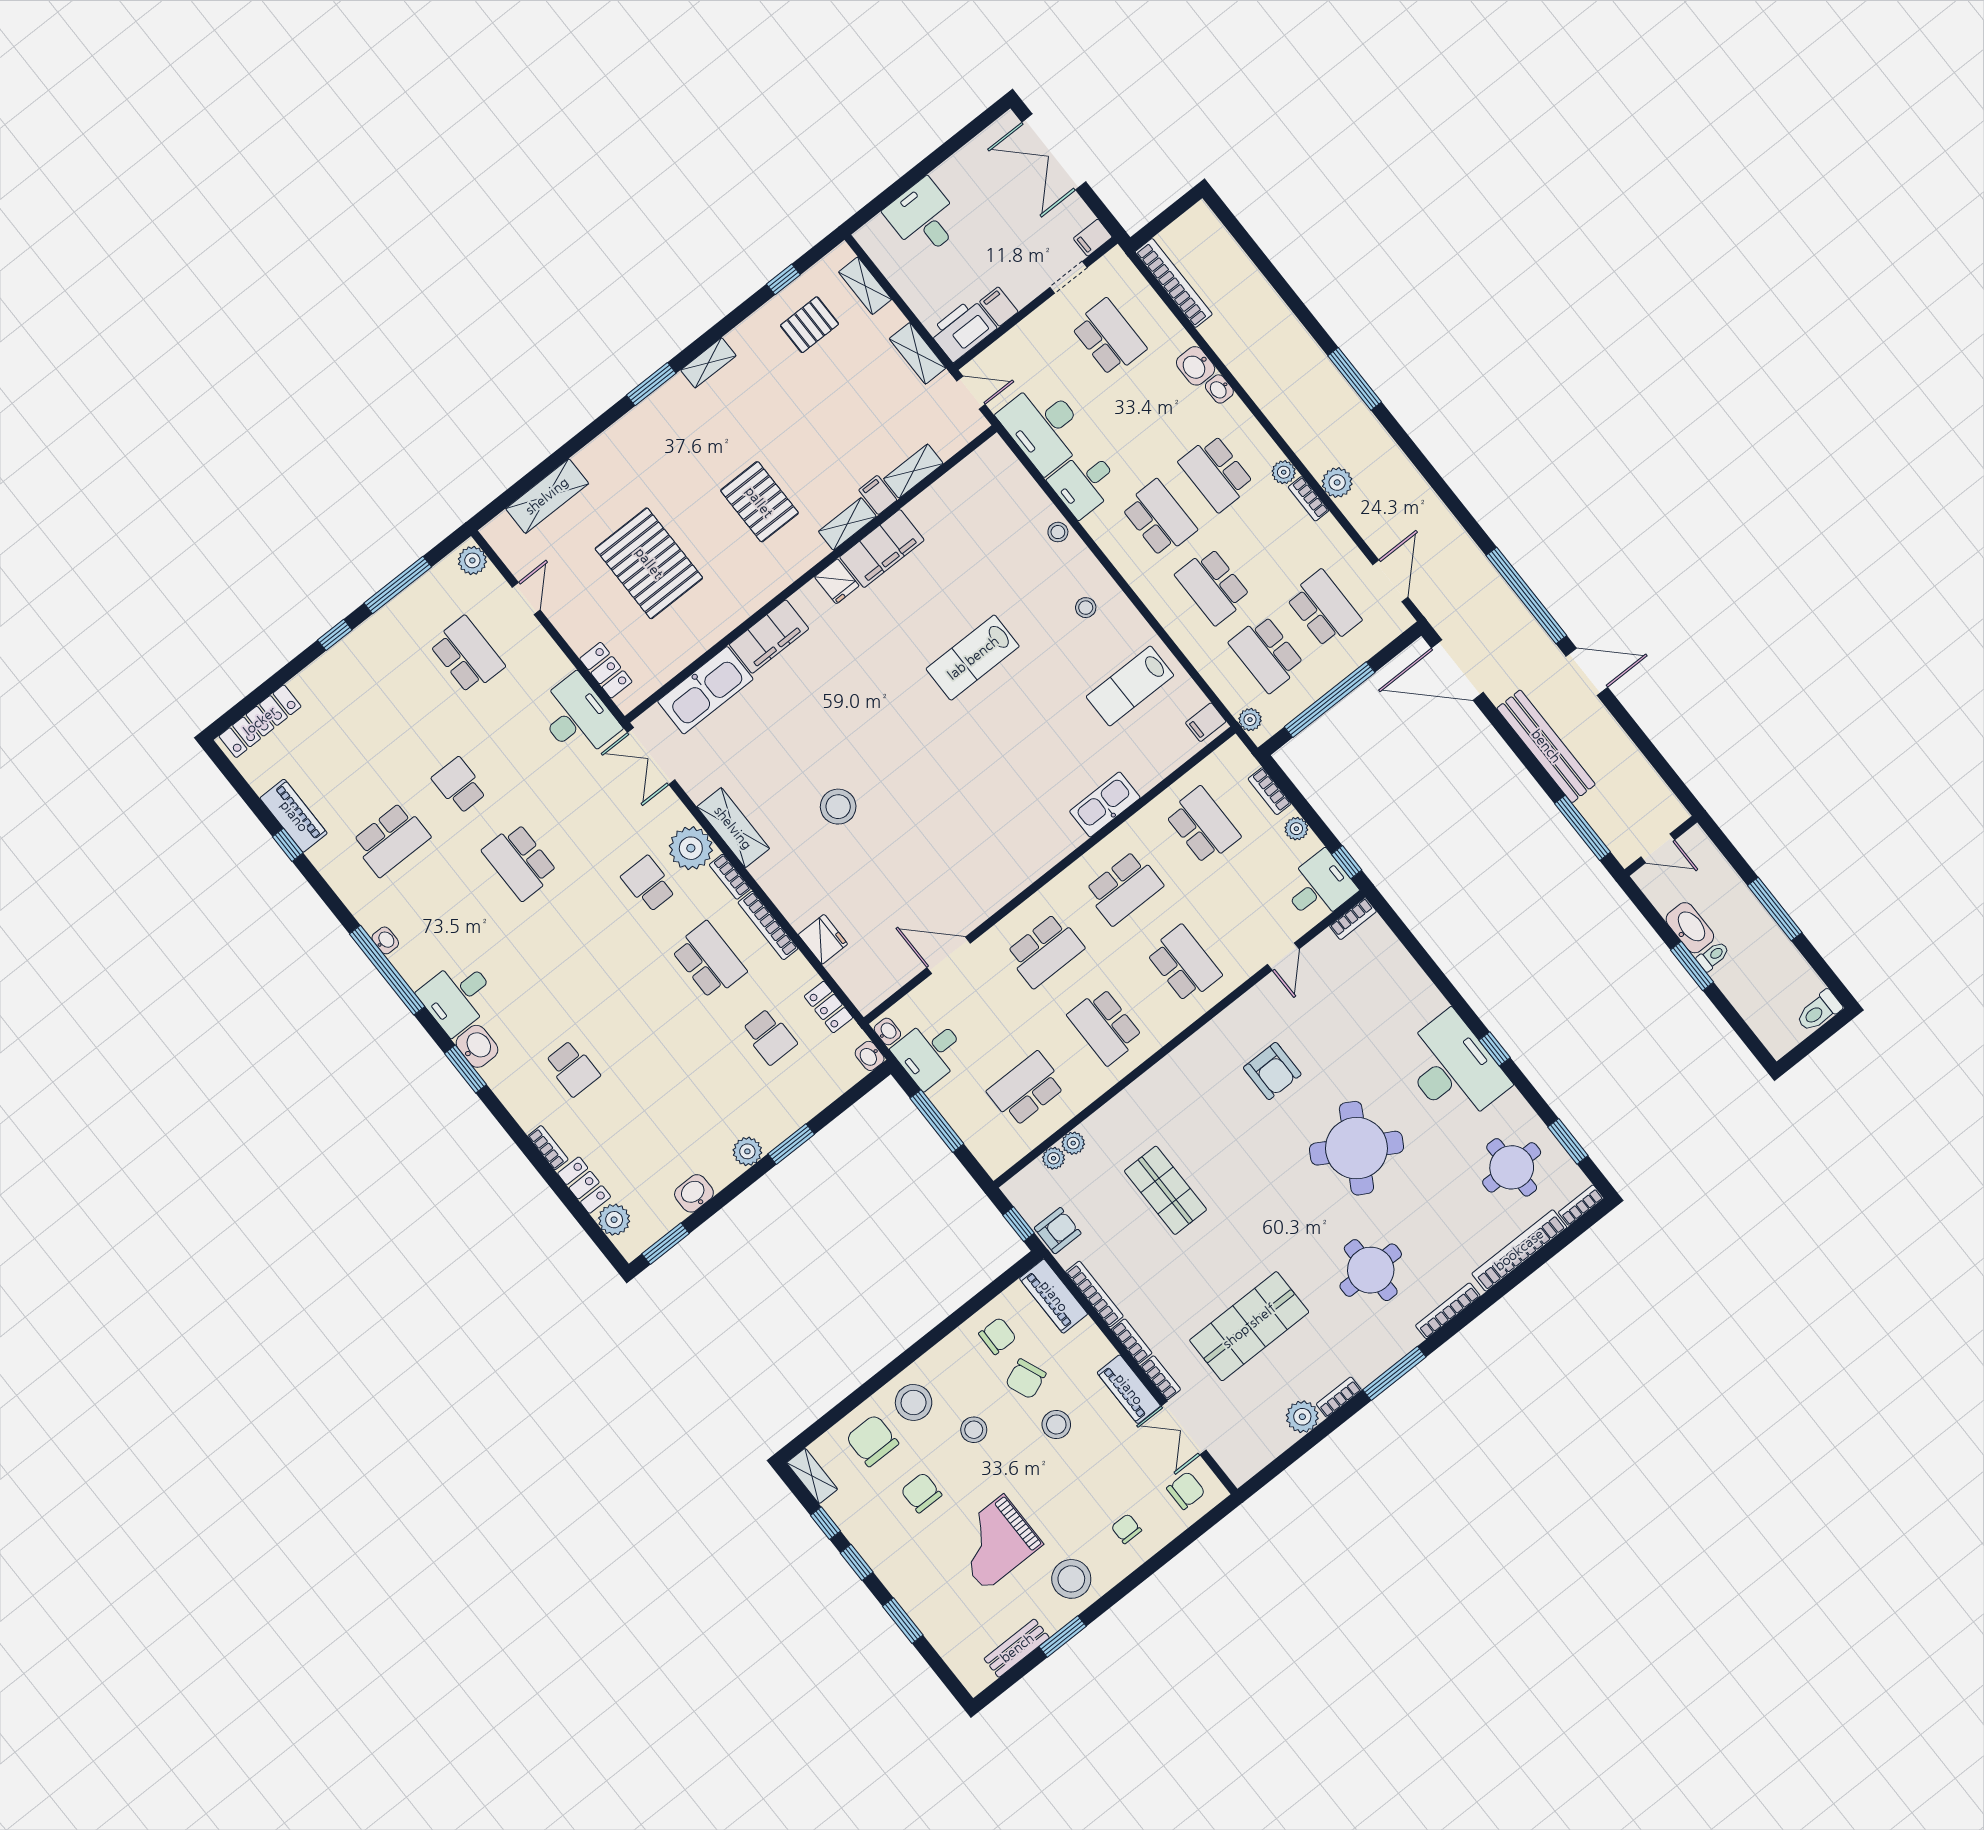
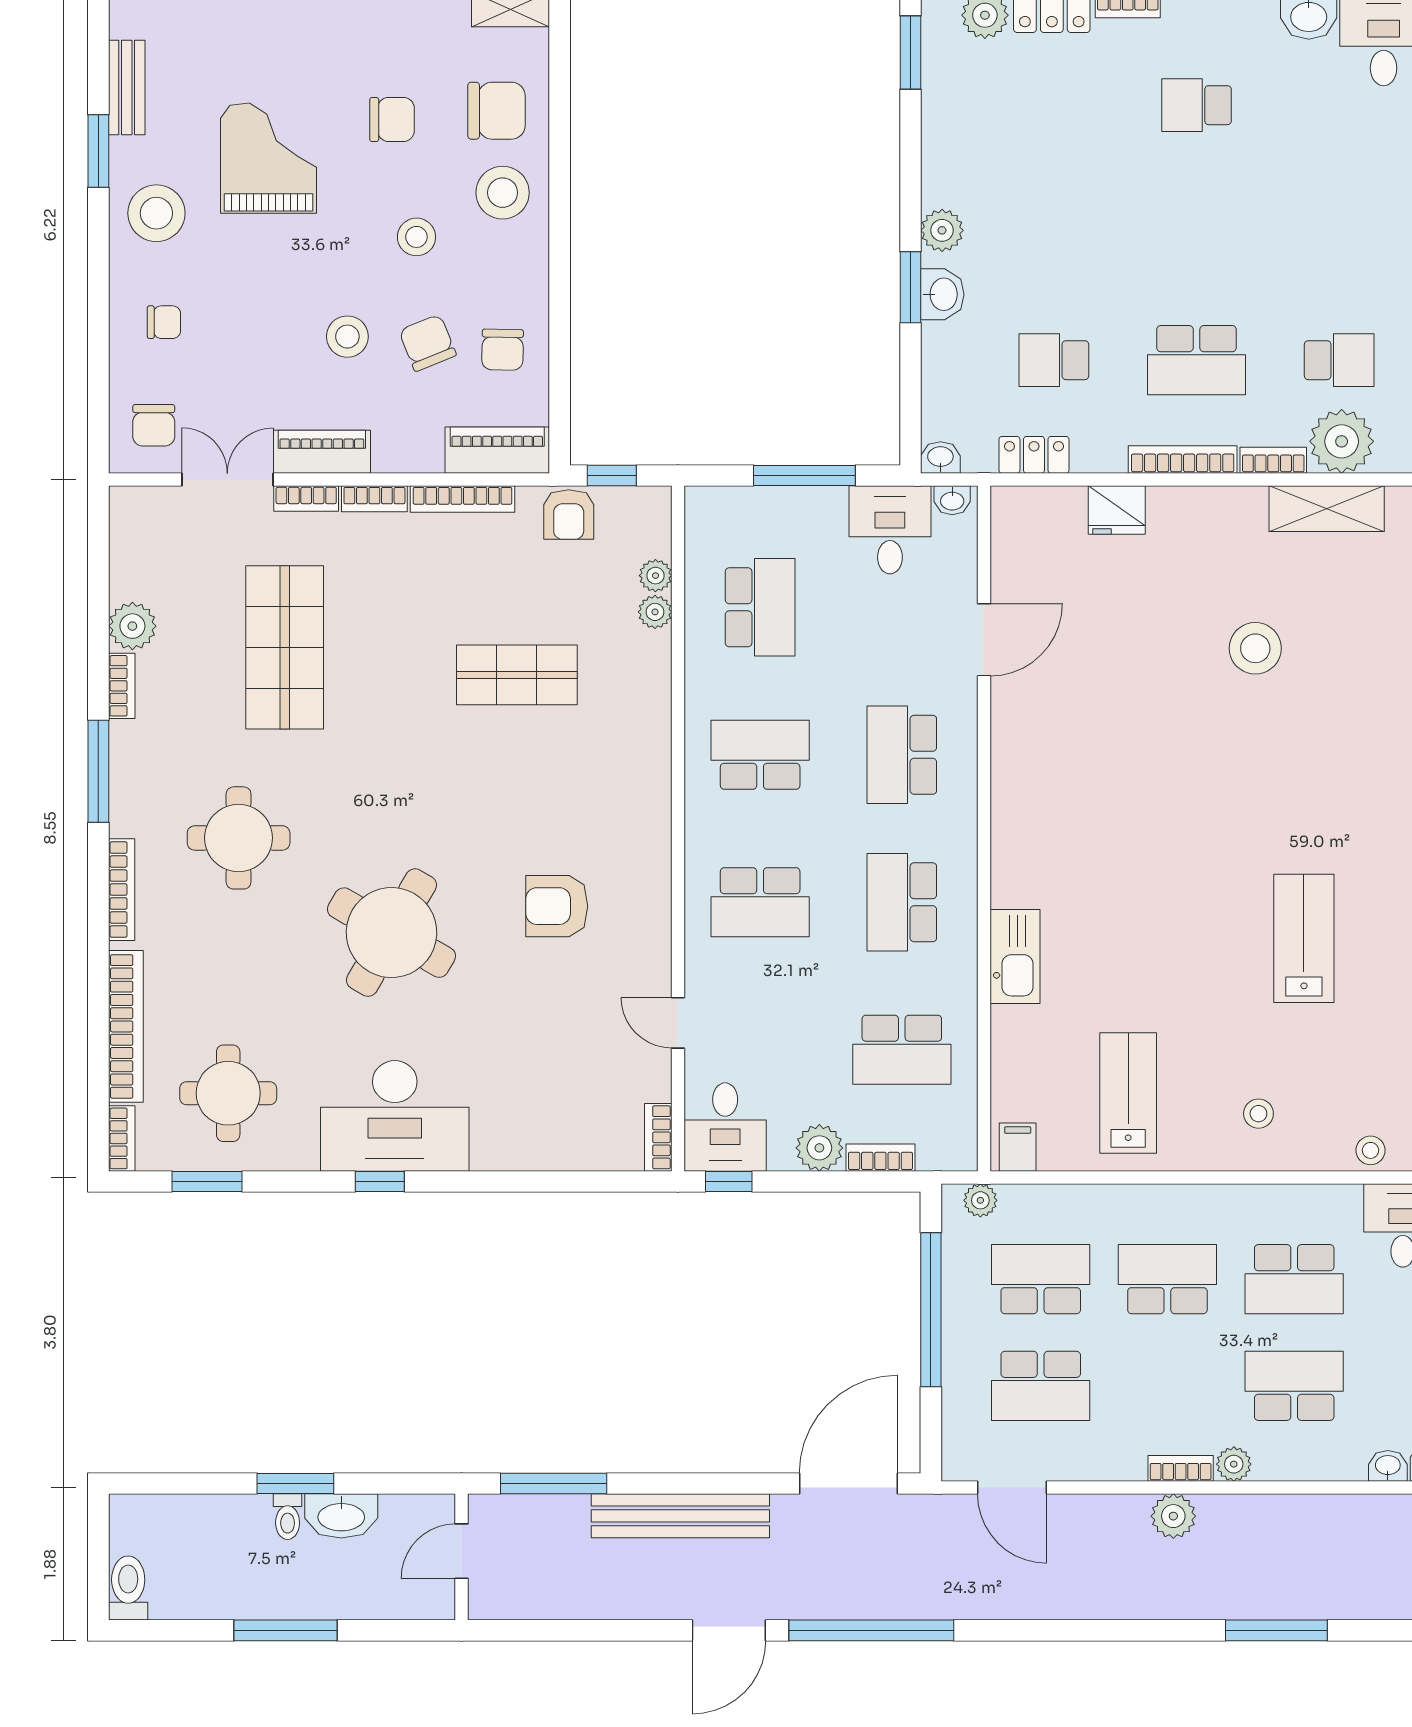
plant: (1296, 829) -> (819, 1148), width x1.38, depth x1.38
washbasin: (694, 1193) -> (942, 294), moved

